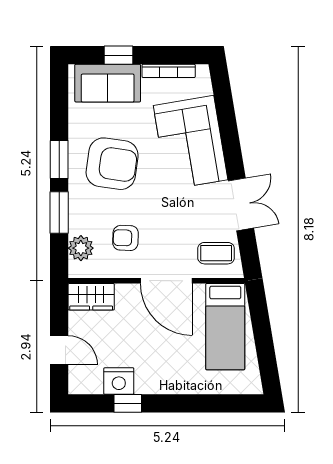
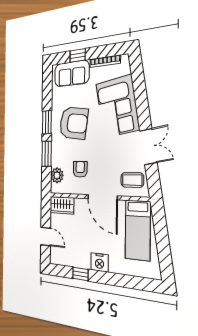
armchair: (126, 238) -> (80, 169), turned 88
nightstand: (119, 381) -> (99, 262), moved

